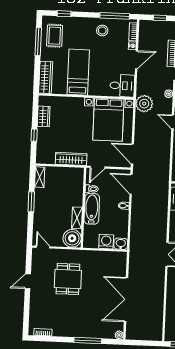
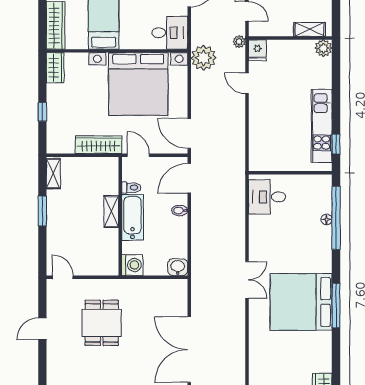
wardrobe: (44, 116) -> (55, 68), moved
bed with nightstands: (108, 120) -> (138, 84), width x1.36
door: (98, 167) -> (138, 155), swing flipped
door: (131, 184) -> (189, 178), hinge flipped
shelving: (77, 218) -> (111, 211), moved
boiler: (72, 238) -> (105, 262), removed
washing machine: (106, 242) -> (132, 265), moved, turned 90

